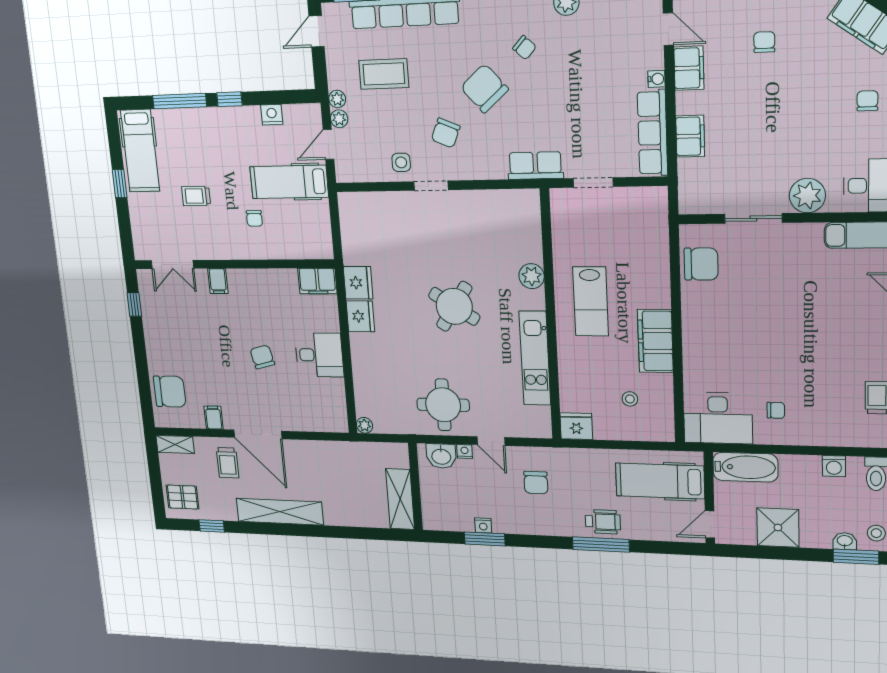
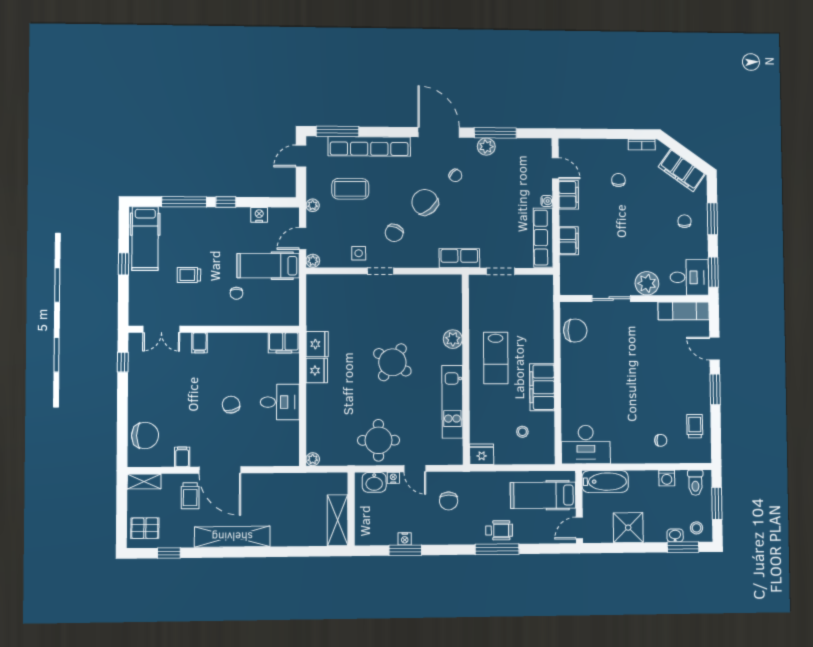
plant: (339, 119) -> (313, 261), moved
chair: (776, 410) -> (661, 440), moved

